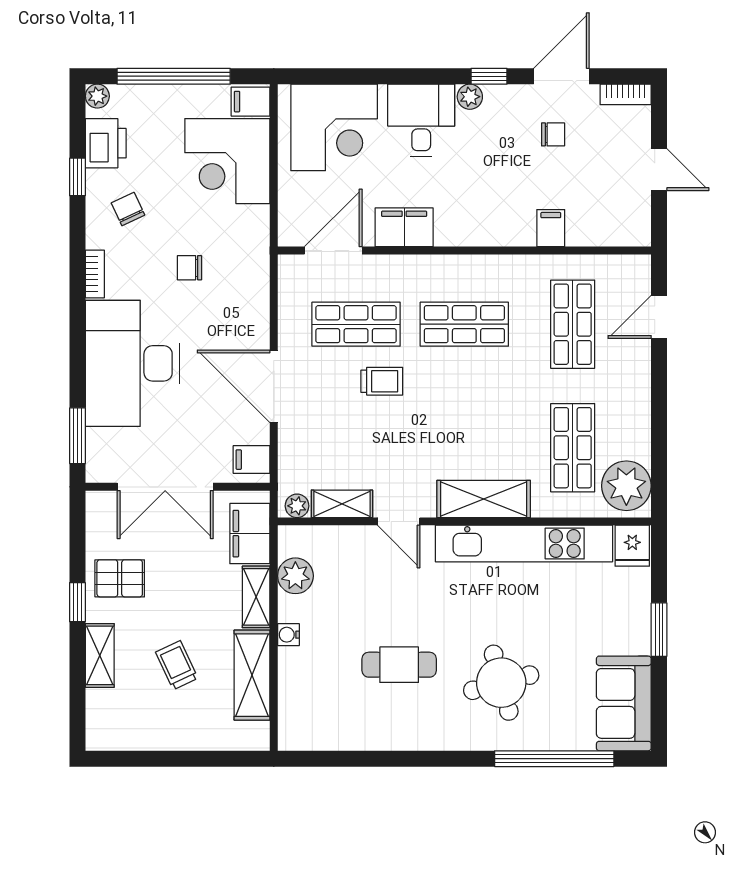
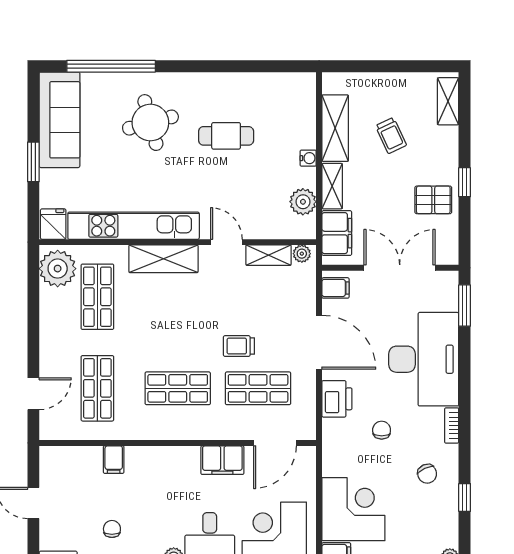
chair: (553, 134) -> (112, 529), turned 90
printer: (106, 143) -> (337, 399), moved, turned 180
chair: (189, 268) -> (382, 430), turned -90
shelving: (100, 655) -> (448, 101), moved
sofa: (624, 703) -> (59, 120), width x1.36

